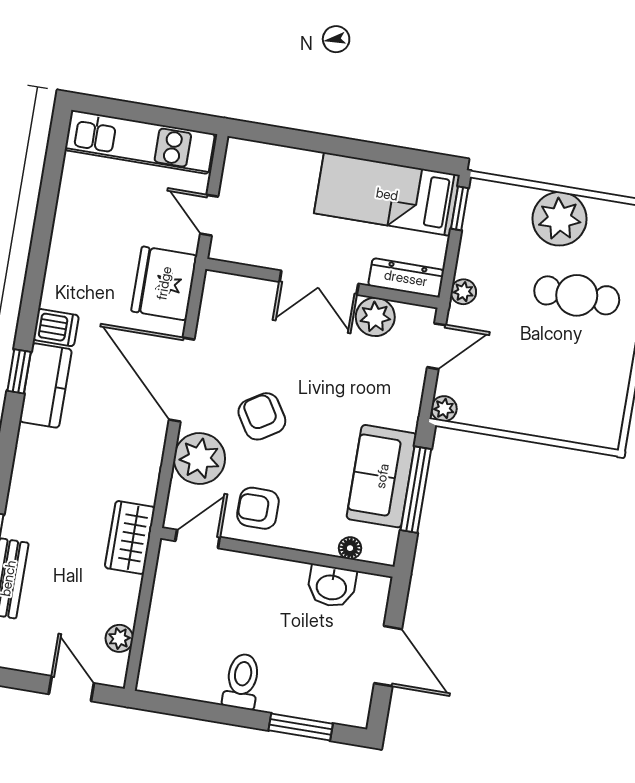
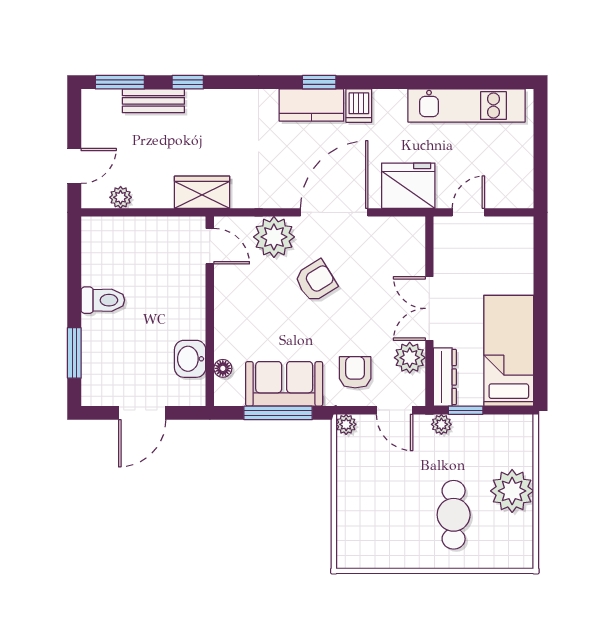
kitchen unit: (140, 142) -> (467, 106), moved, turned -90
window: (460, 208) -> (466, 410), moved
armchair: (258, 508) -> (355, 372), moved

